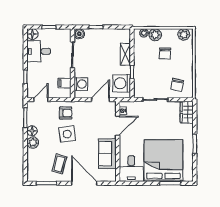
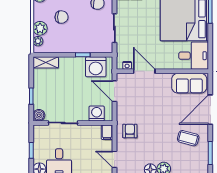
shelving: (125, 54) -> (46, 62), moved
filing cabinet: (65, 83) -> (107, 132), moved
side table: (67, 134) -> (154, 129), removed
sofa: (107, 154) -> (189, 83), moved

